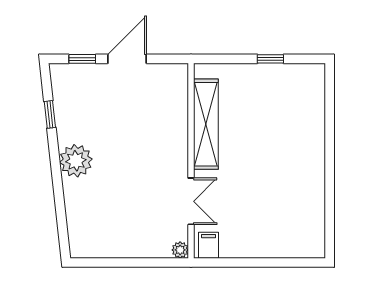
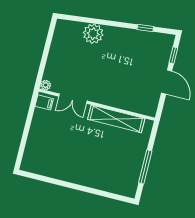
window: (270, 59) -> (145, 167), width x2.17
plant: (76, 161) -> (93, 34), moved

